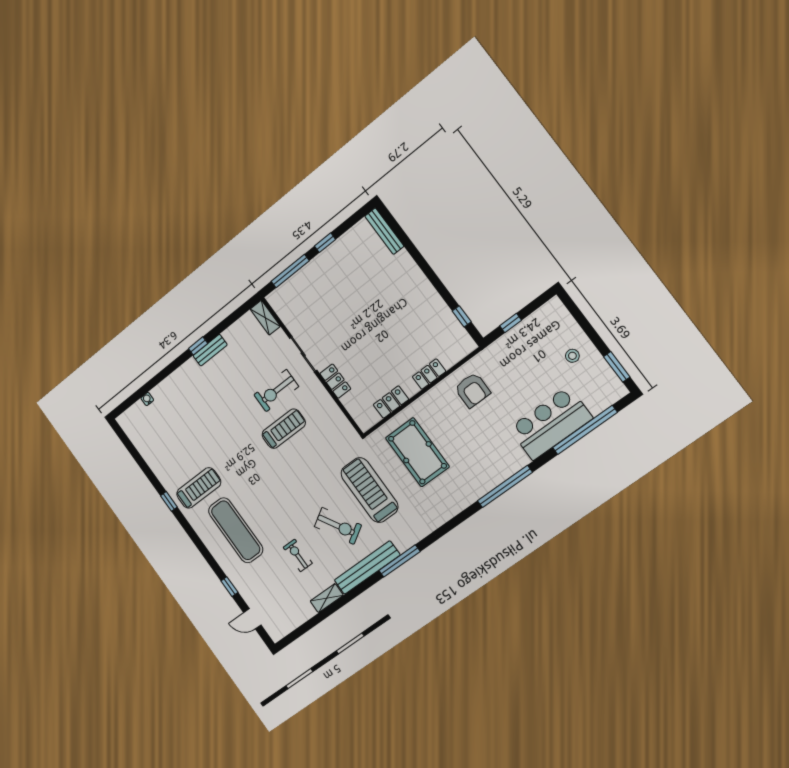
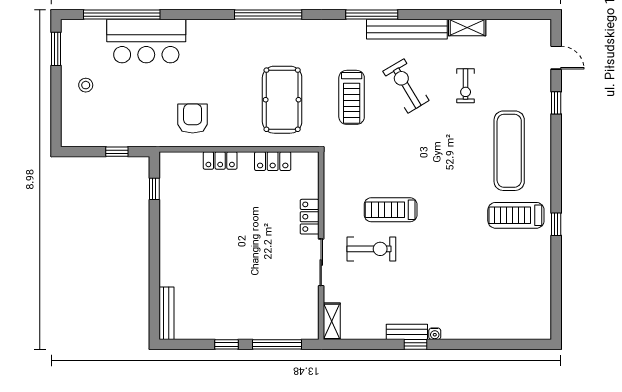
water cooler: (147, 399) -> (435, 334), moved
window: (505, 487) -> (268, 14), moved
treadmill: (369, 490) -> (352, 97), width x0.73, depth x0.73

